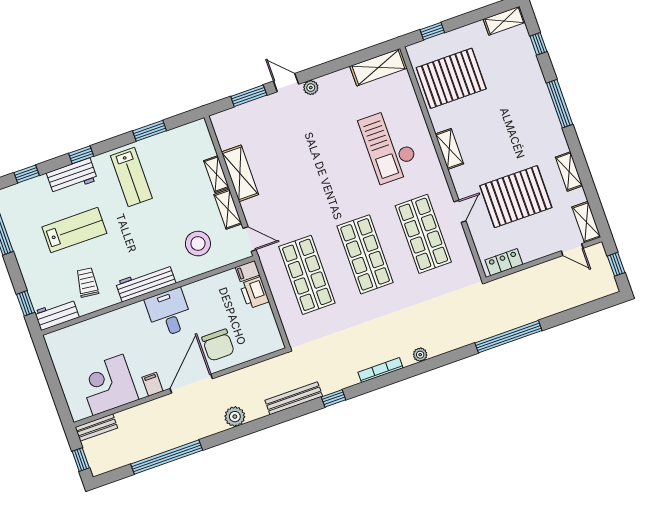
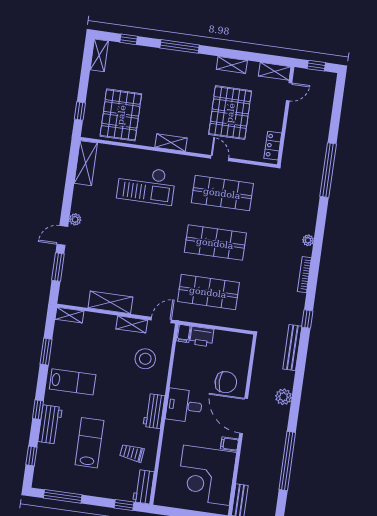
shelving: (216, 174) -> (70, 315), moved
workbench: (146, 283) -> (154, 411), width x0.73
corner desk: (108, 385) -> (206, 475), width x1.36, depth x1.36

